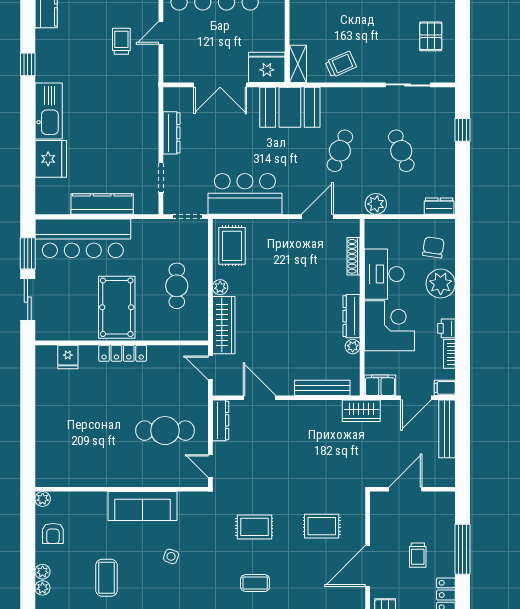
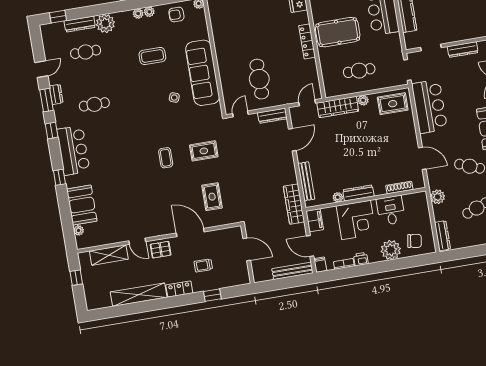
dresser: (439, 206) -> (443, 236), width x1.44
desk: (384, 274) -> (391, 210), width x0.73
wardrobe: (361, 411) -> (294, 204), width x1.50
sofa: (142, 506) -> (203, 73), width x1.36, depth x1.27
rug: (254, 527) -> (204, 151), turned 90
window: (462, 549) -> (212, 295), width x0.46

